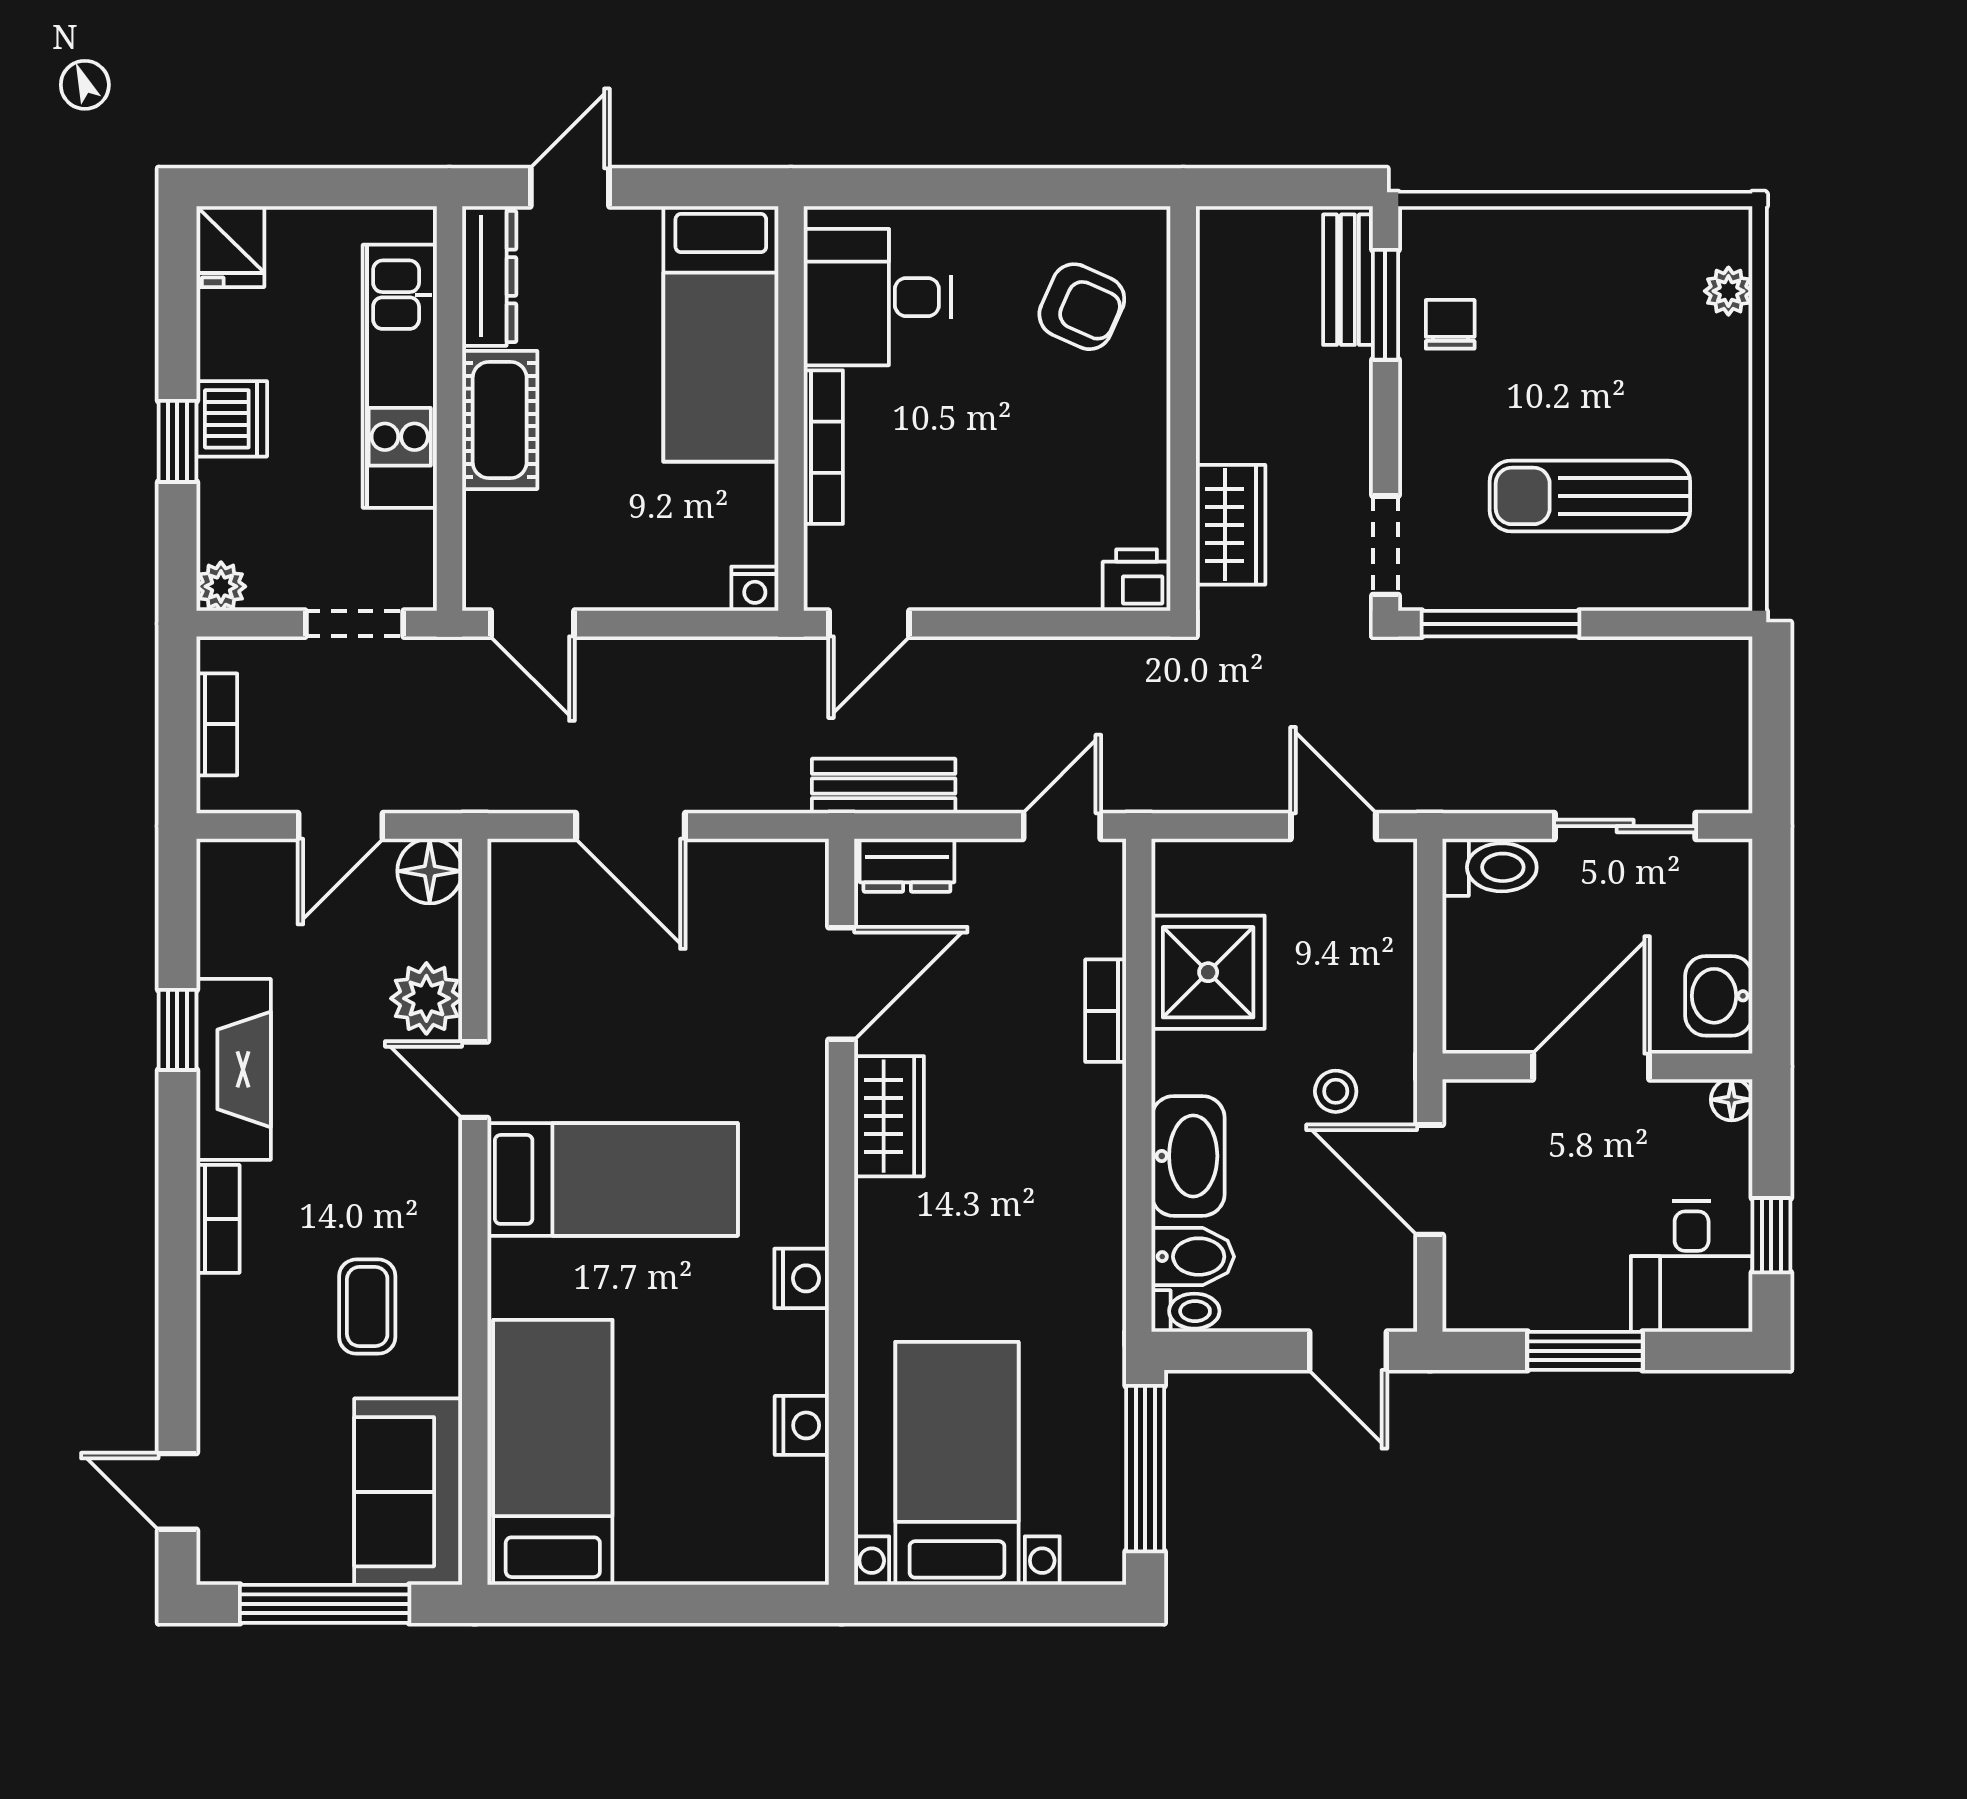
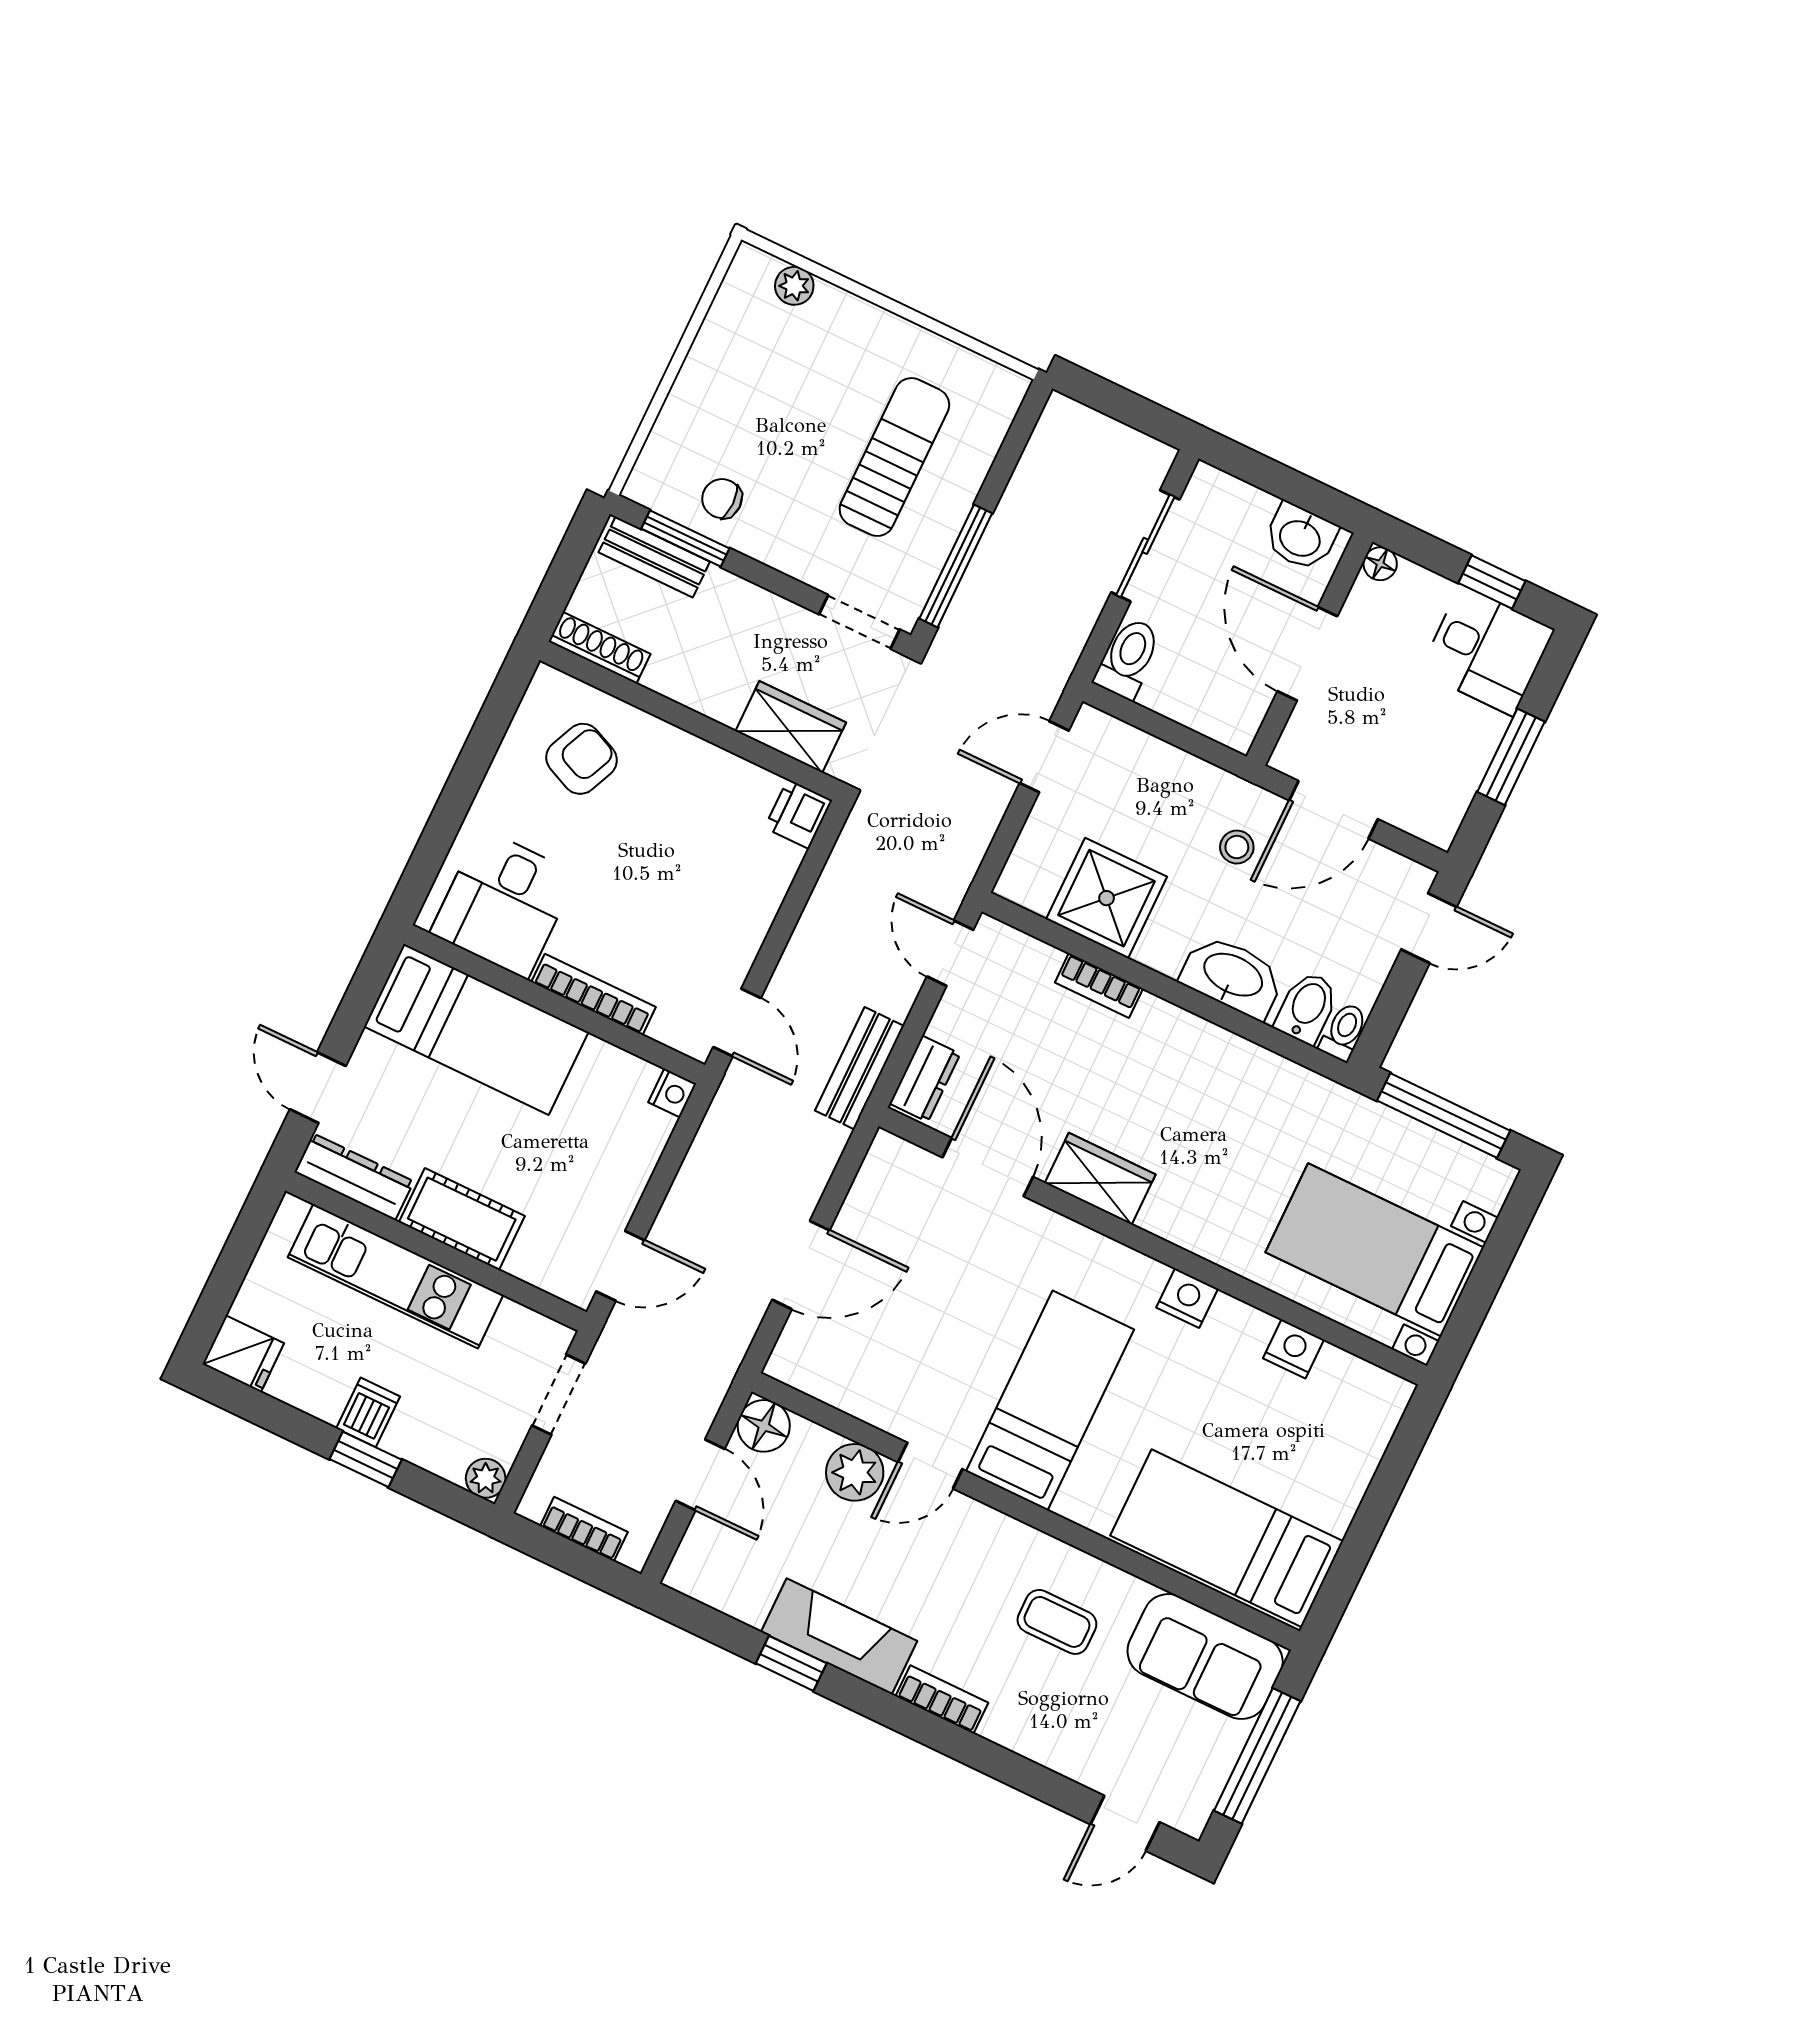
shoe rack: (1216, 267) -> (599, 648), added
dishwasher: (232, 419) -> (368, 1412), width x0.73
sun lounger: (1590, 496) -> (894, 457), turned 180

